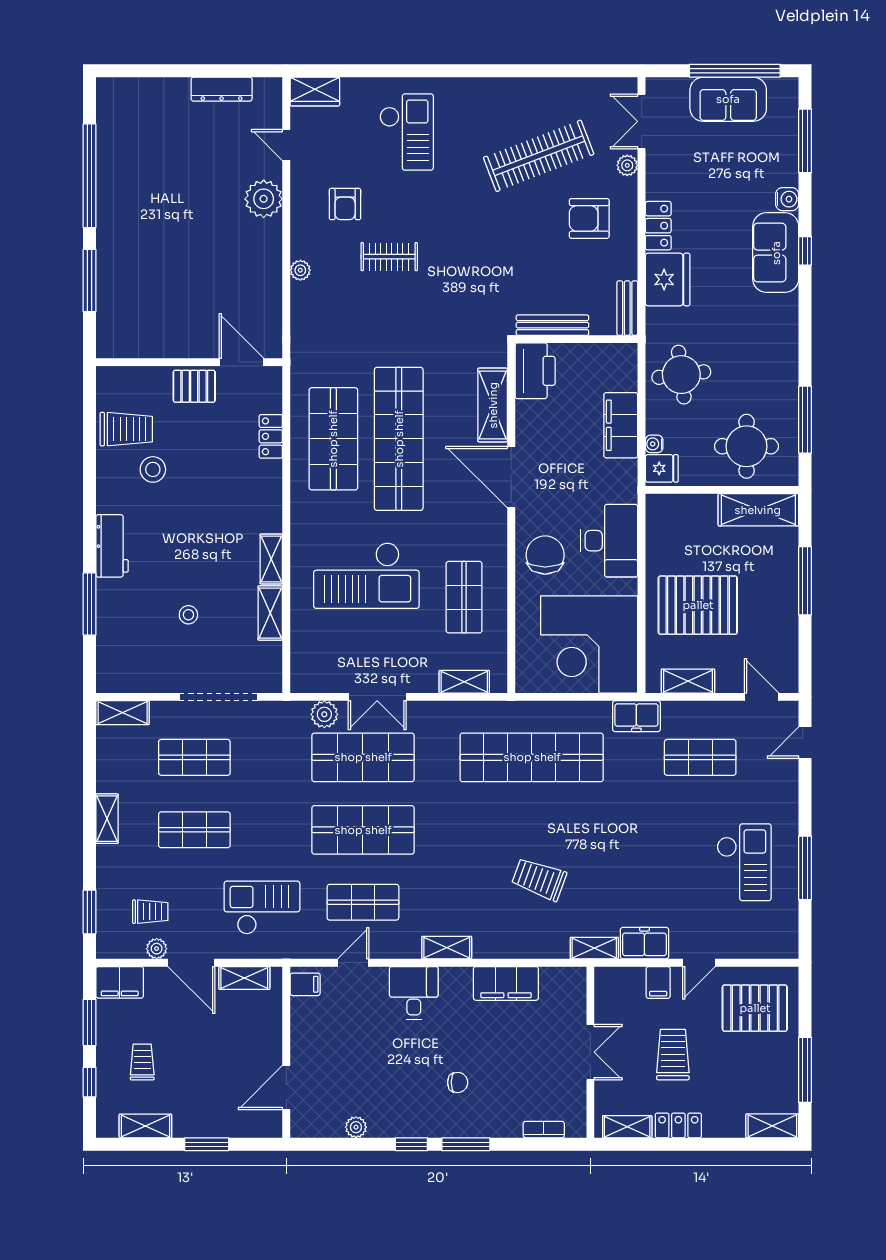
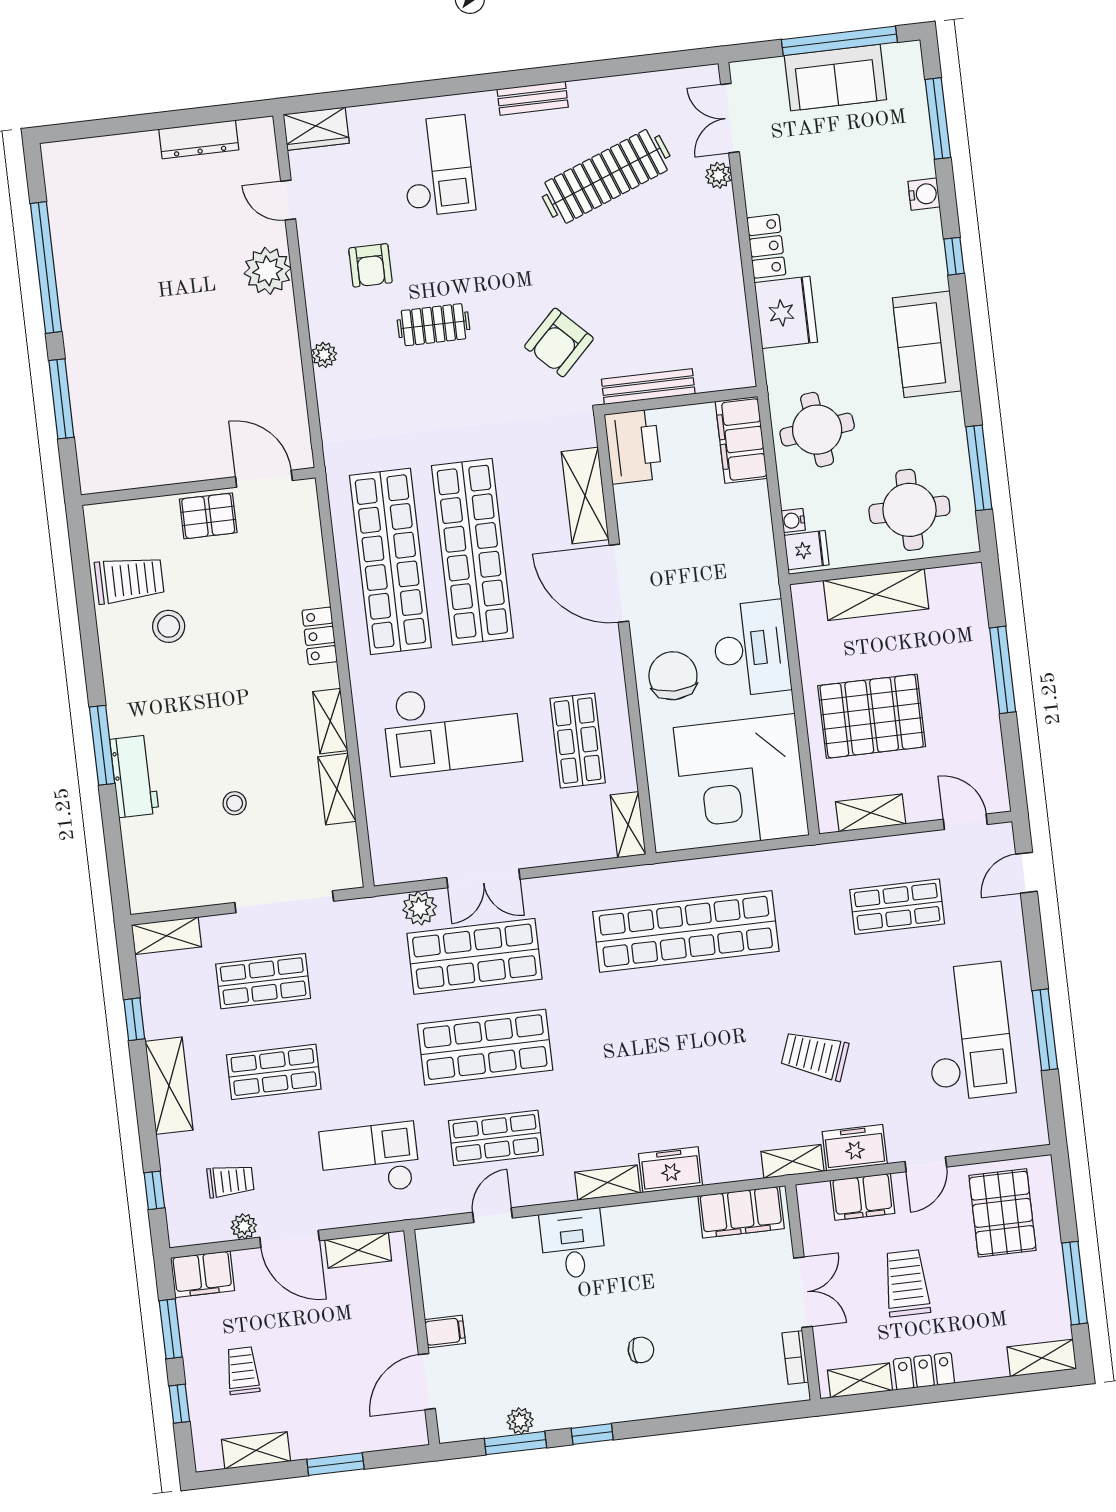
armchair: (589, 218) -> (559, 342), moved, turned -45
sofa: (776, 253) -> (927, 344), moved
bench: (627, 308) -> (533, 98), moved, turned 90
filing cabinet: (621, 425) -> (741, 440), moved
locker: (271, 436) -> (320, 636), moved
shop shelf: (333, 439) -> (390, 561), width x1.40
shelving: (758, 510) -> (876, 595), moved
workbench: (112, 546) -> (134, 776), moved
window: (89, 604) -> (102, 745), moved
shelving: (464, 682) -> (628, 825), moved, turned 90
freezer: (636, 716) -> (671, 1170), moved, turned 180
window: (89, 775) -> (134, 1019), added
shelving: (107, 819) -> (169, 1086), width x1.50, depth x1.33
checkout: (744, 862) -> (968, 1032), width x1.36, depth x1.21
trolley: (539, 879) -> (815, 1056), moved
window: (89, 912) -> (154, 1190), width x0.67
filing cabinet: (506, 983) -> (741, 1212), moved
filing cabinet: (658, 983) -> (863, 1197), width x2.00
filing cabinet: (305, 984) -> (445, 1331), moved
pallet: (755, 1008) -> (1003, 1213), turned 90
bookcase: (544, 1130) -> (795, 1358), moved, turned -90
window: (466, 1144) -> (515, 1443), moved

